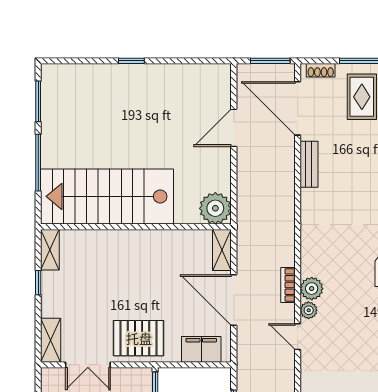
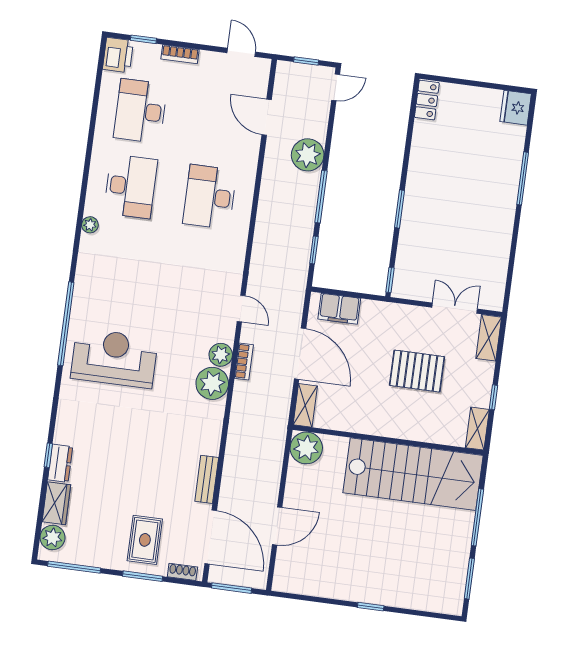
plant: (309, 310) -> (212, 383), moved, width x1.87, depth x1.87
pallet: (139, 338) -> (417, 371), moved

